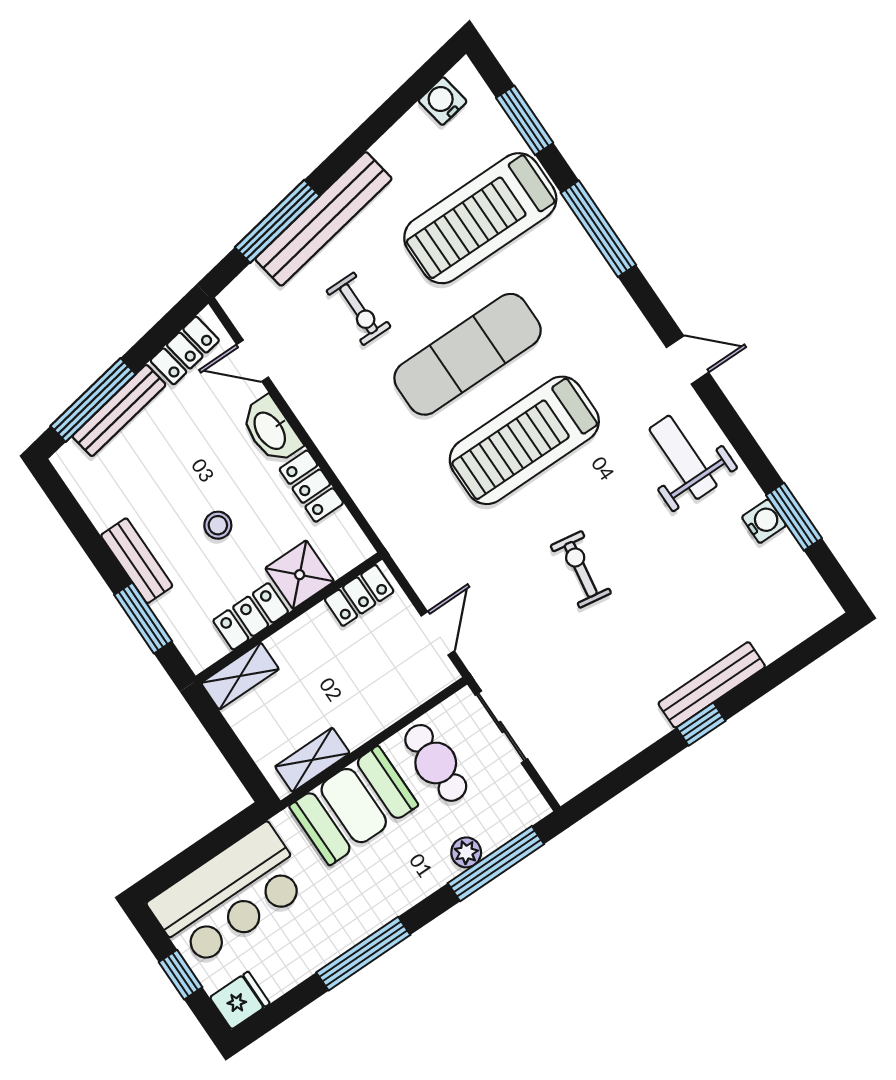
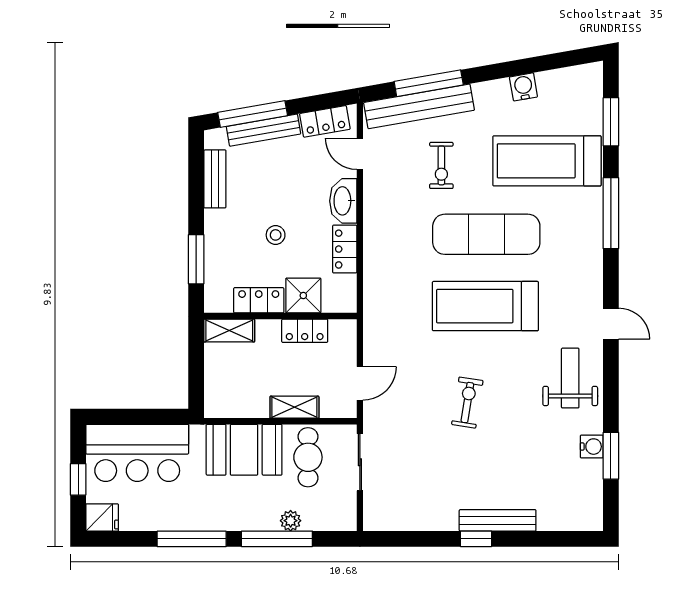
water cooler: (443, 101) -> (523, 87), moved
bench: (323, 219) -> (419, 106), moved
bench: (137, 561) -> (215, 179), moved
locker: (359, 595) -> (305, 331), moved
shelving: (312, 760) -> (294, 407), moved
window: (496, 864) -> (277, 539), moved

